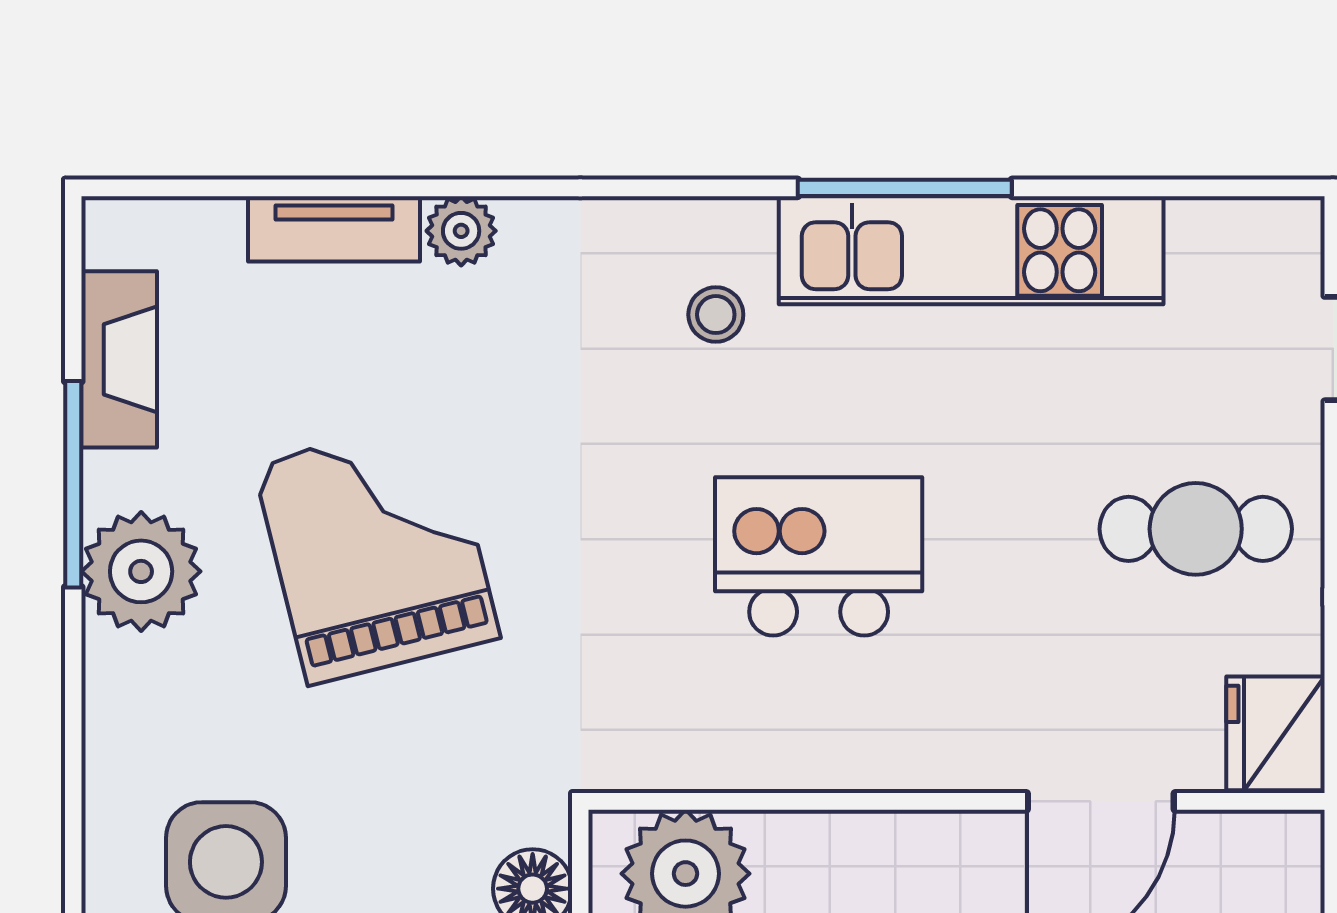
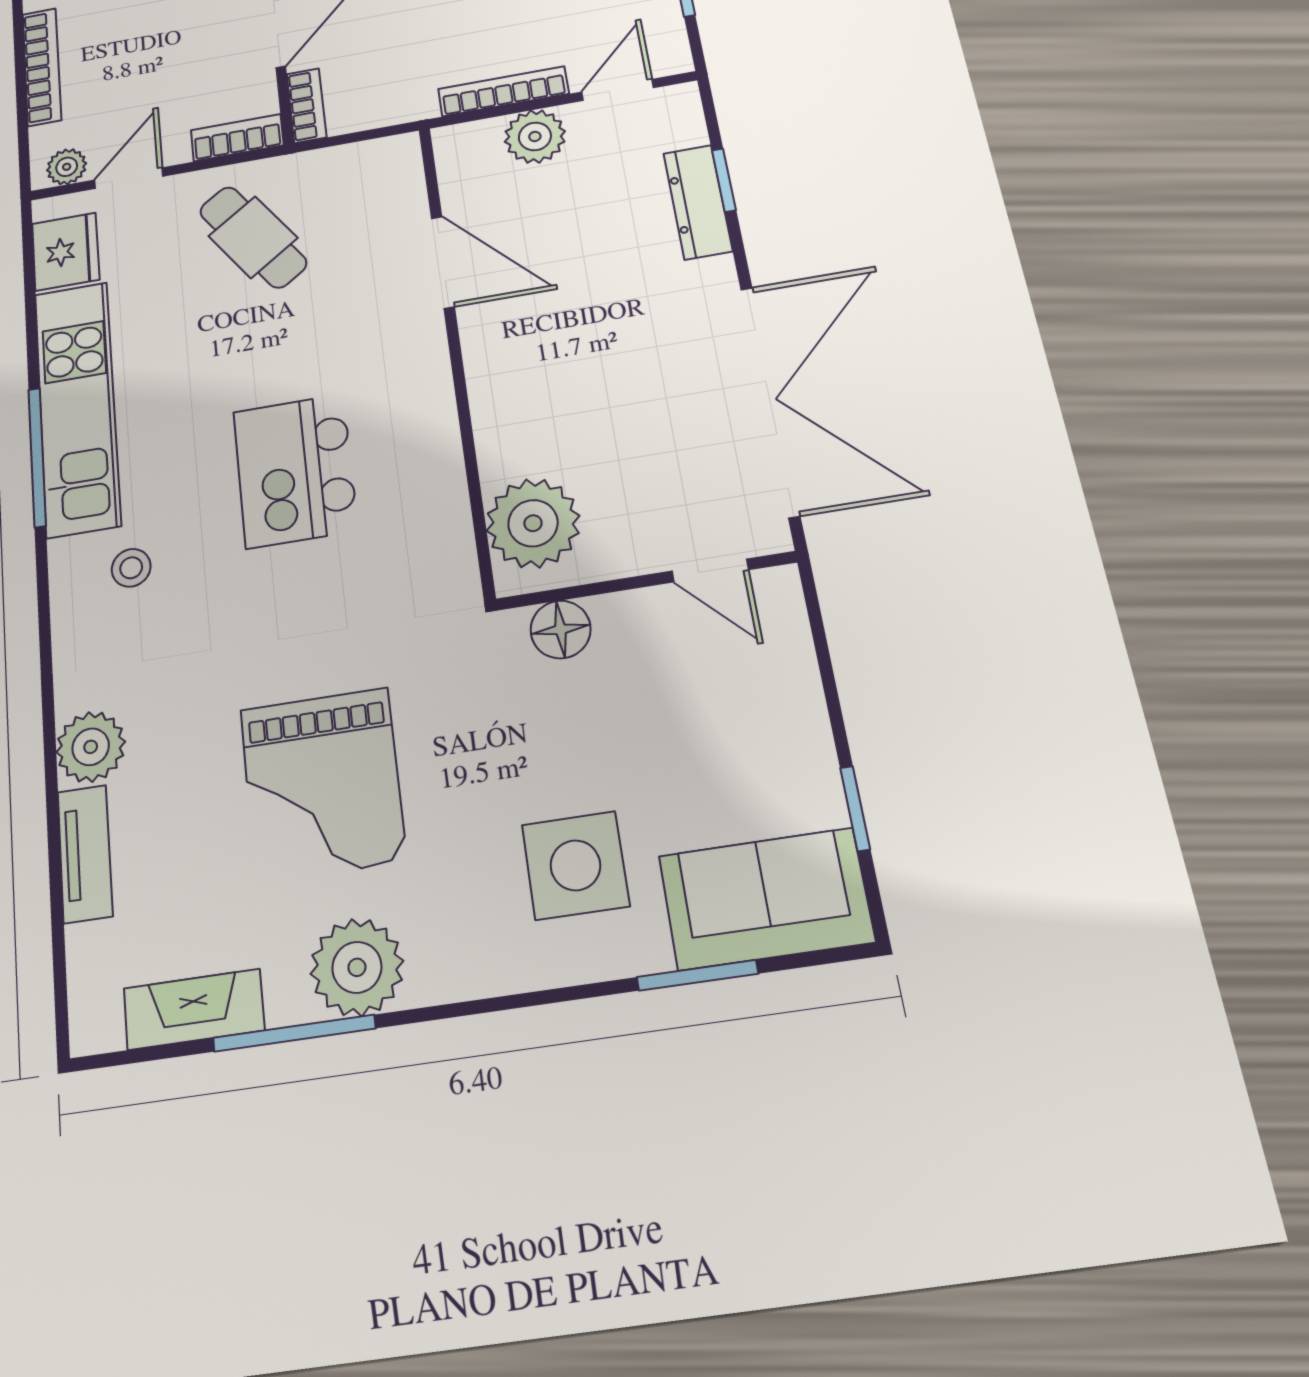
plant: (461, 231) -> (91, 747), width x1.38, depth x1.38
cafe table: (1196, 529) -> (253, 237), turned -35
grand piano: (377, 551) -> (322, 784), turned -76
fridge: (1276, 733) -> (66, 252), moved, turned -90

